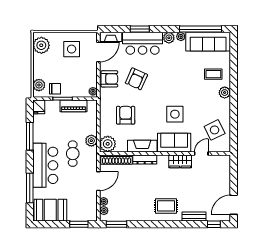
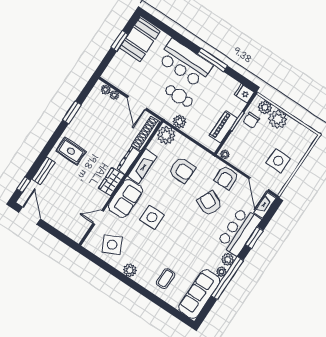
window: (200, 29) -> (227, 278), moved
plant: (41, 45) -> (278, 119), moved
plant: (225, 93) -> (130, 270), moved
window: (30, 136) -> (212, 60), moved
door: (201, 154) -> (98, 217), swing flipped
wardrobe: (180, 161) -> (111, 182), moved
window: (30, 188) -> (174, 34), removed
rug: (166, 206) -> (71, 151), turned 90
window: (79, 224) -> (120, 41), moved
window: (117, 224) -> (72, 112), moved

